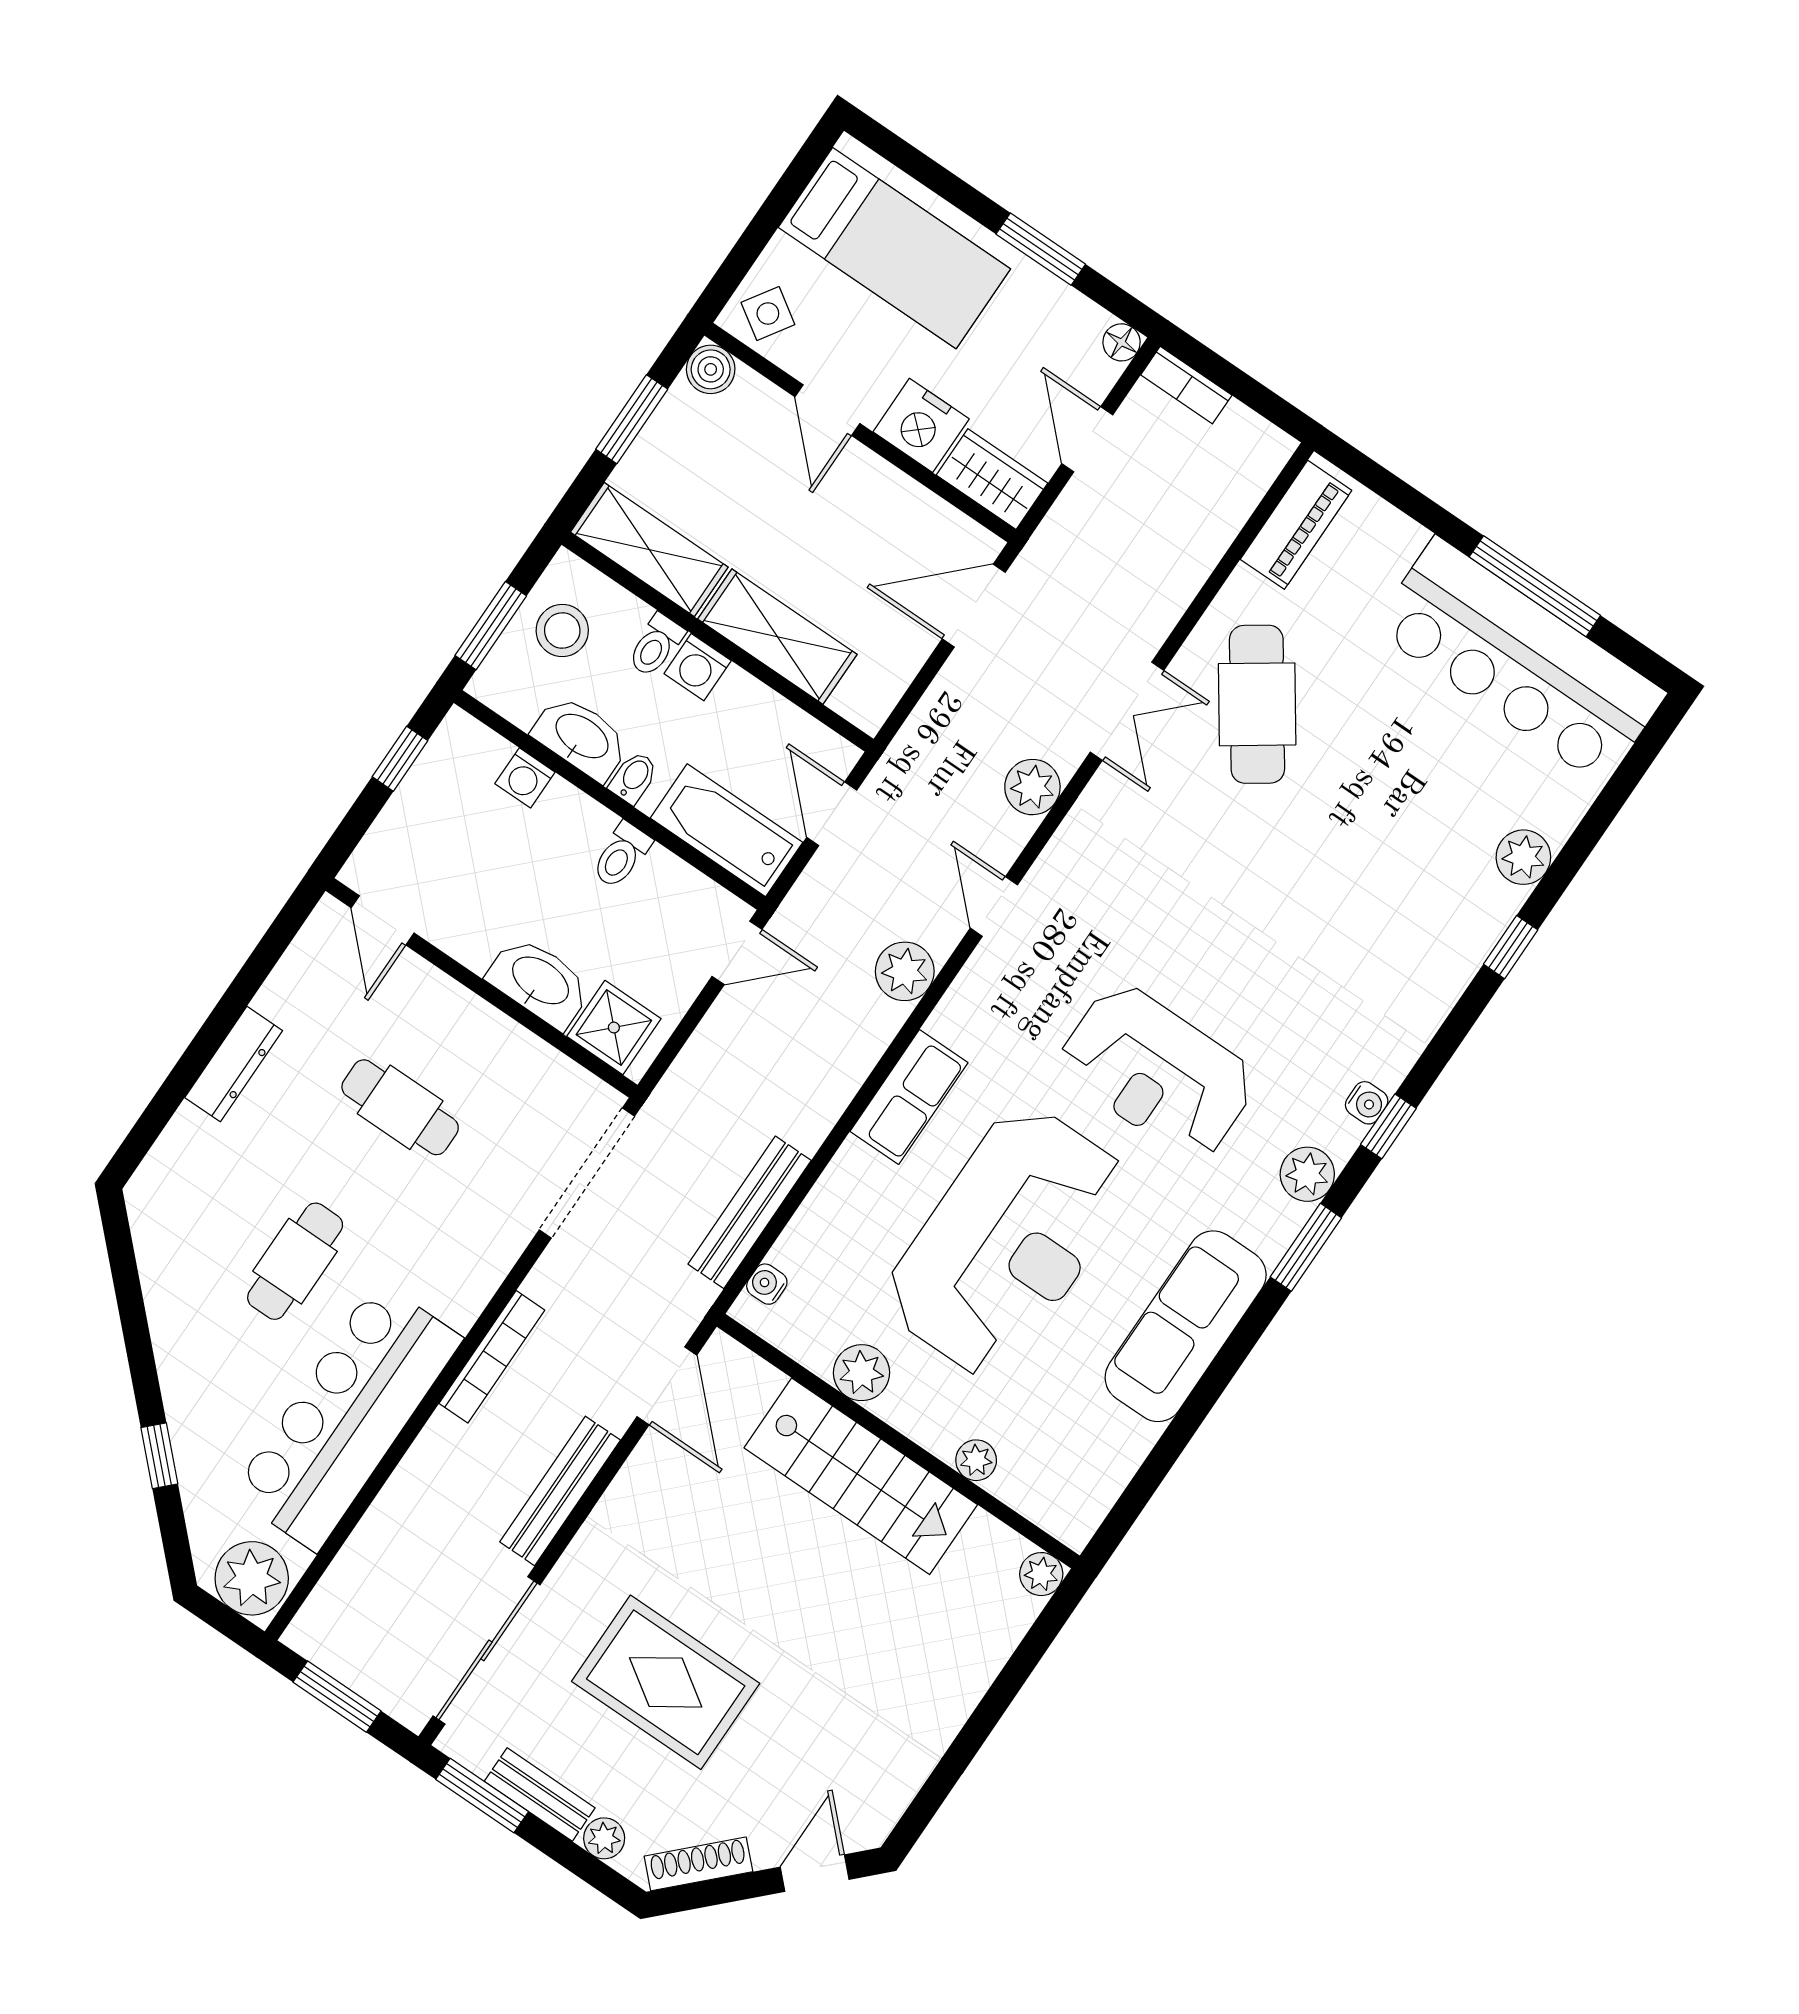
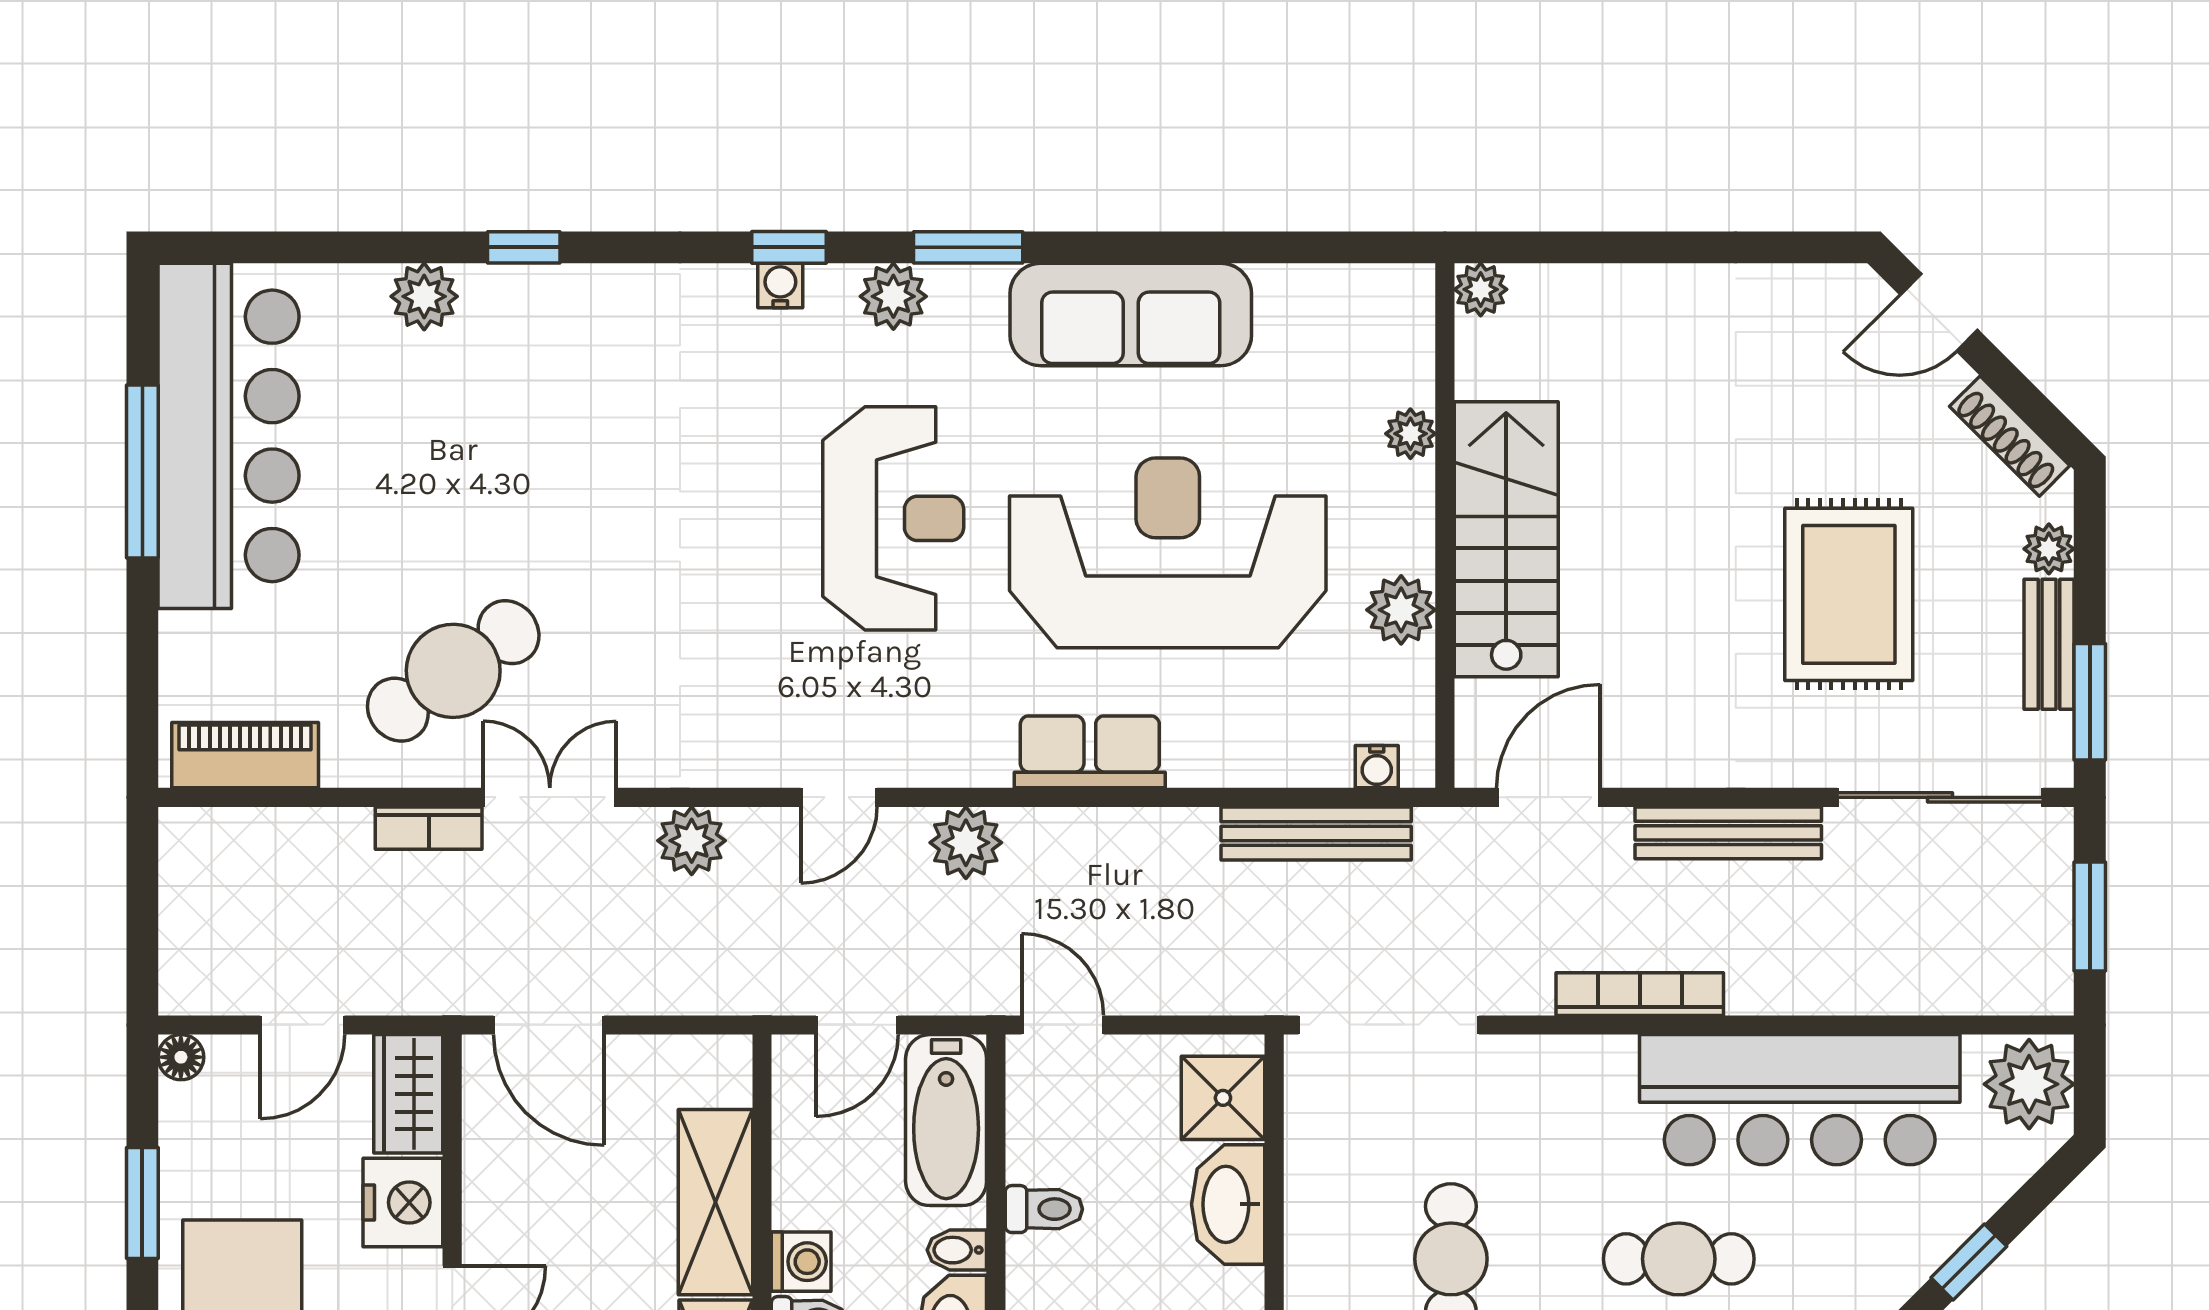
bookcase: (1186, 385) -> (429, 828), moved, turned 90

